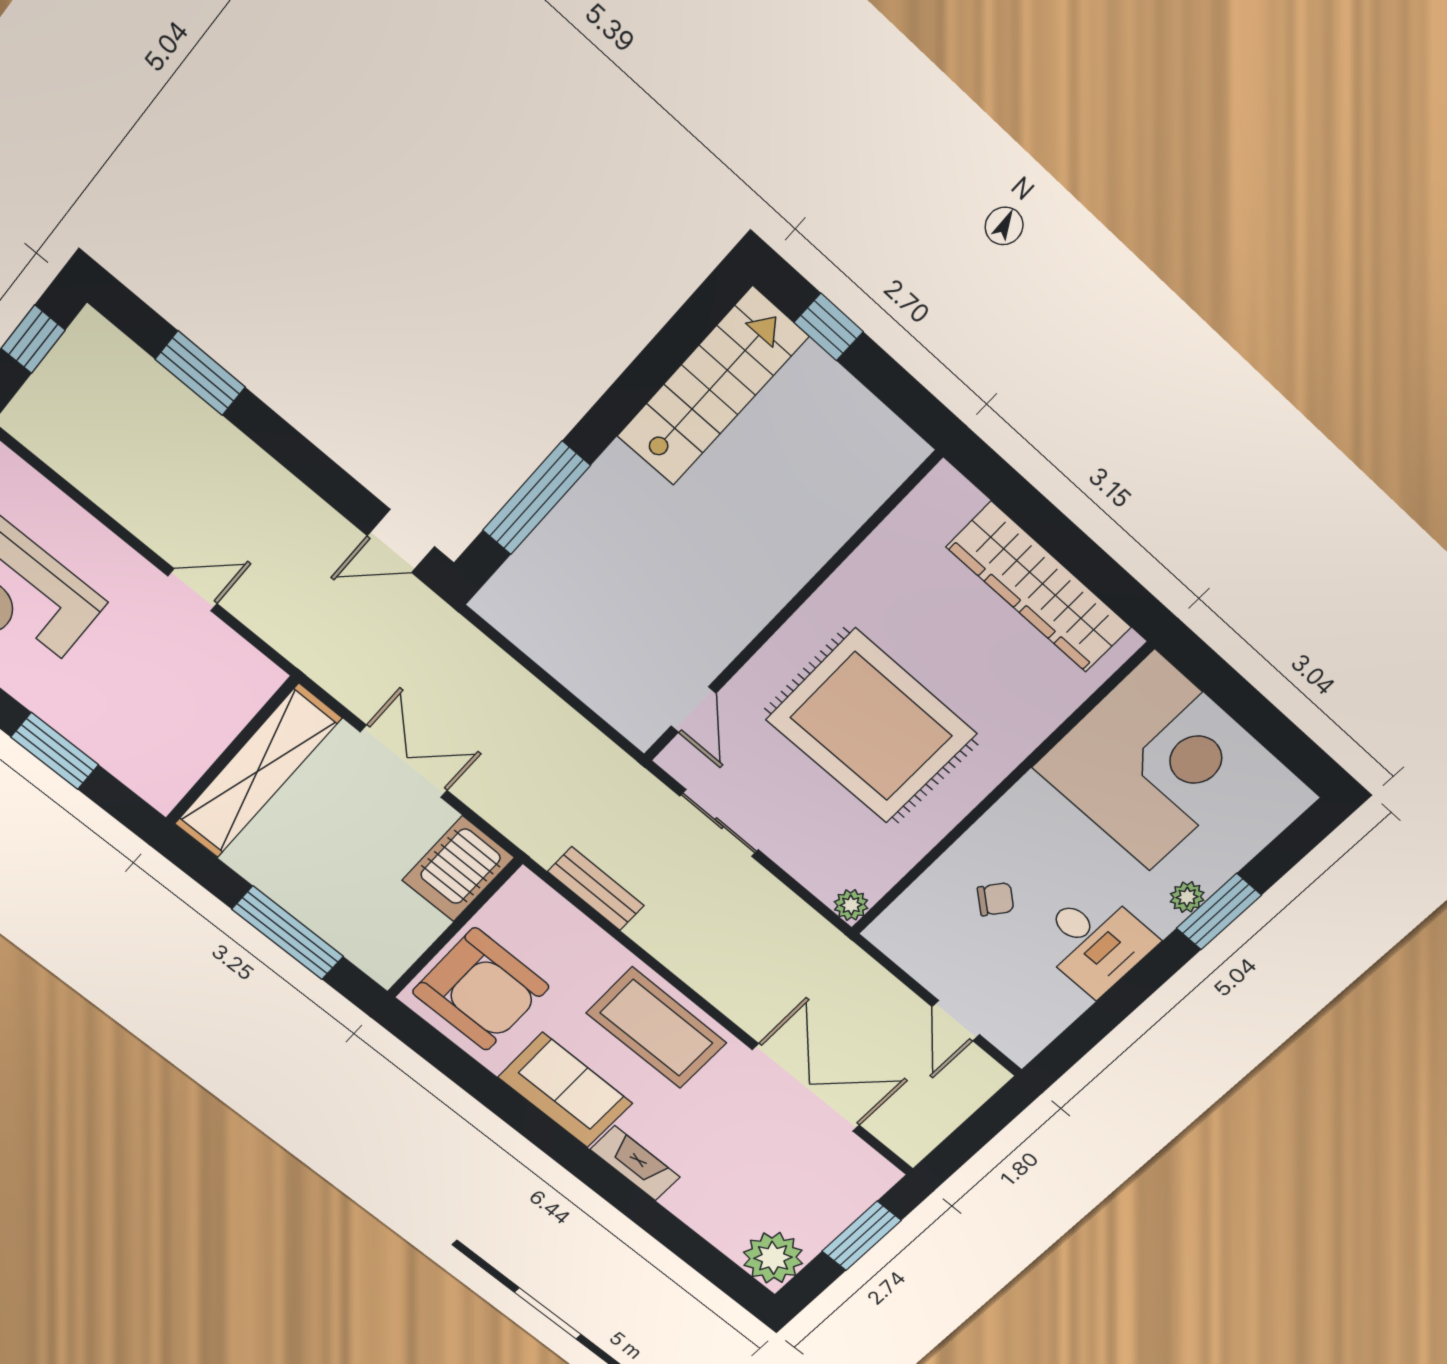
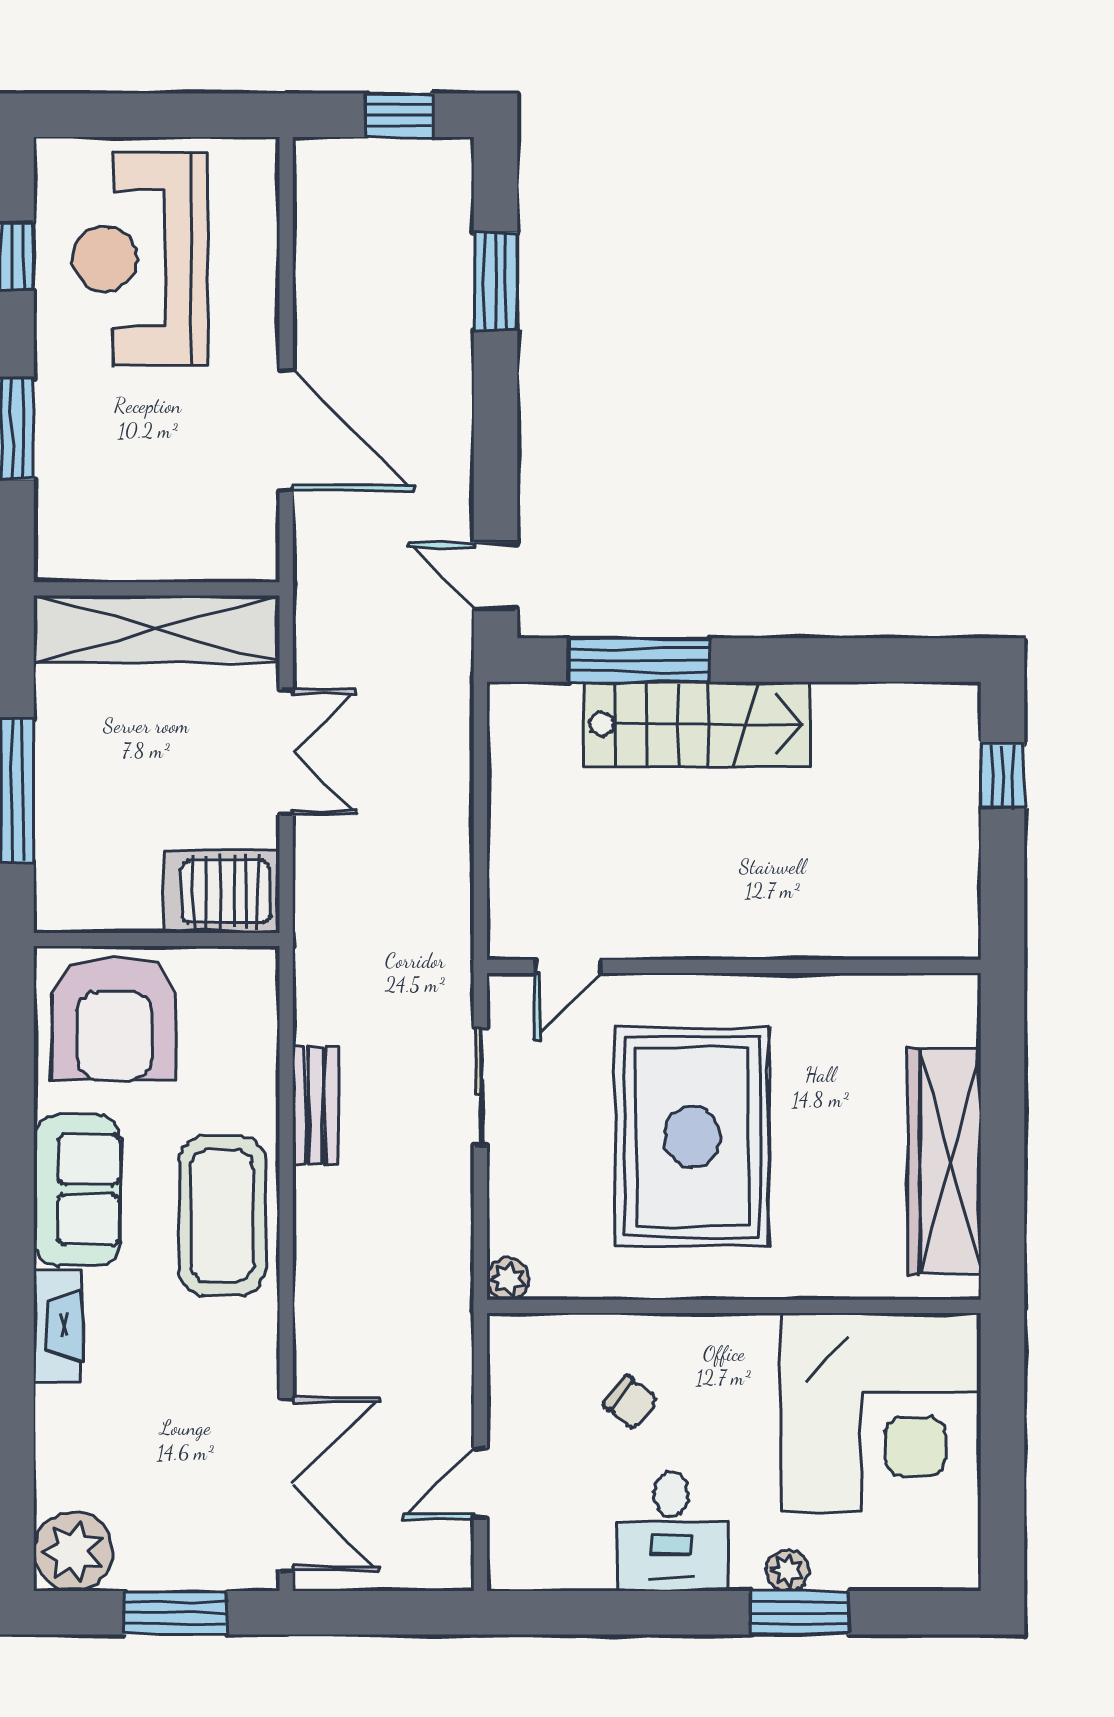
stairs: (712, 387) -> (697, 724), moved
door: (192, 590) -> (286, 430), width x1.87
bench: (596, 889) -> (315, 1105), moved
double door: (806, 1088) -> (286, 1484), moved

